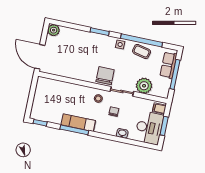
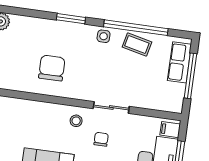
chair: (105, 76) -> (52, 68), moved
plant: (144, 86) -> (144, 96), removed

